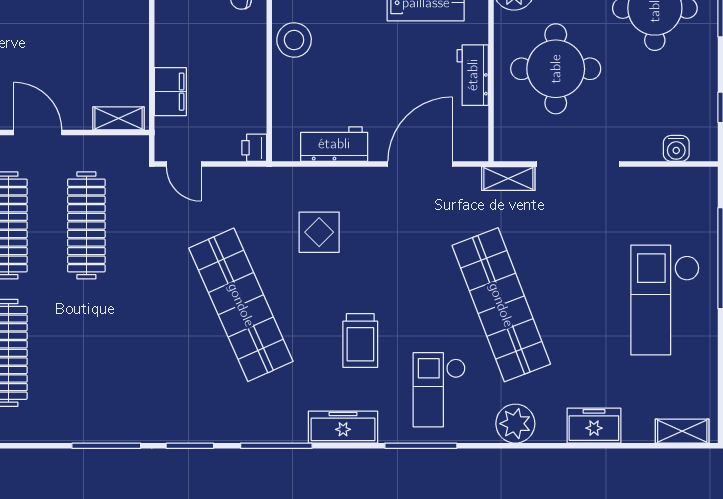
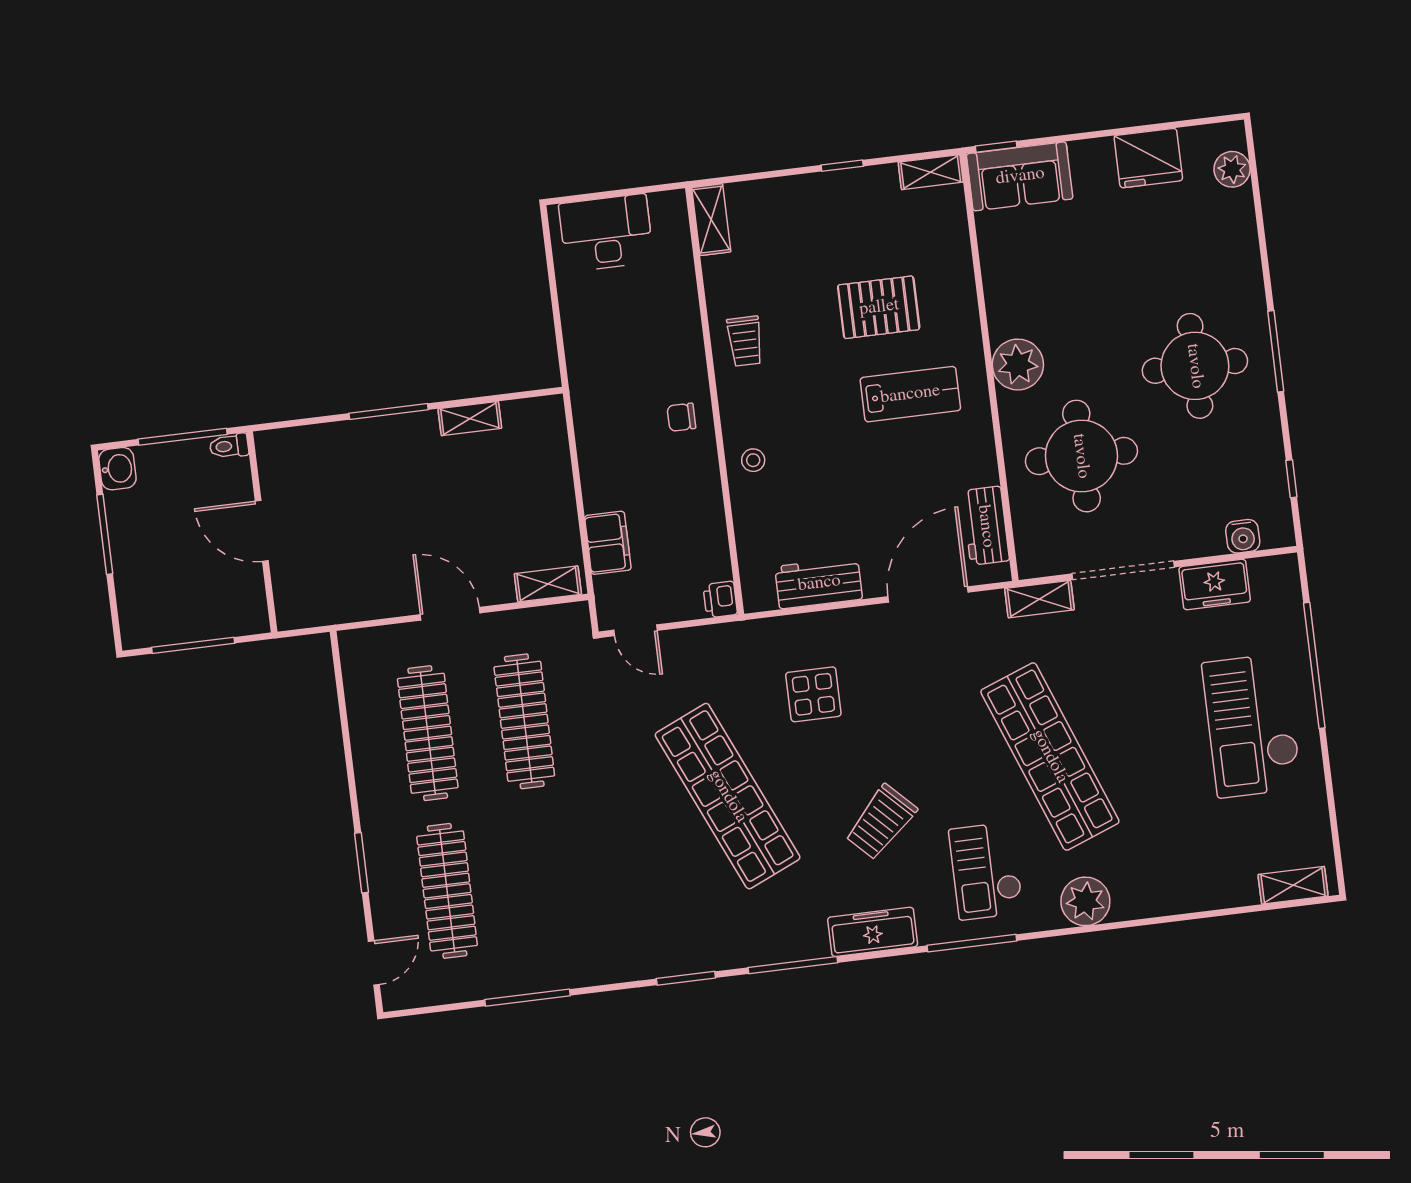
stool: (294, 40) -> (753, 460), width x0.53, depth x0.53
workbench: (473, 75) -> (986, 526), moved
trolley: (360, 340) -> (881, 822), turned 45
freezer: (594, 426) -> (1215, 584), moved, turned 180
window: (106, 446) -> (528, 998), moved

